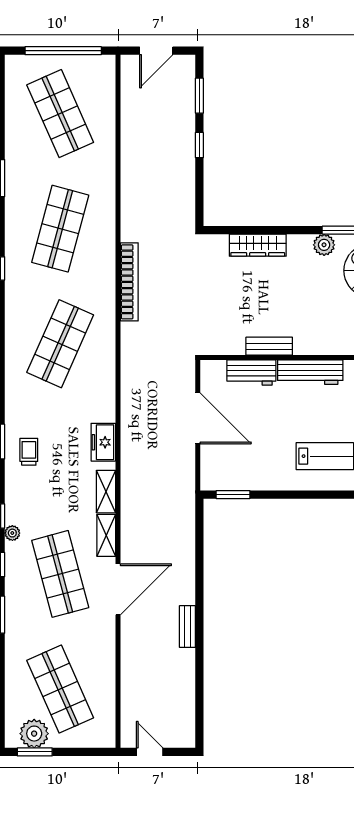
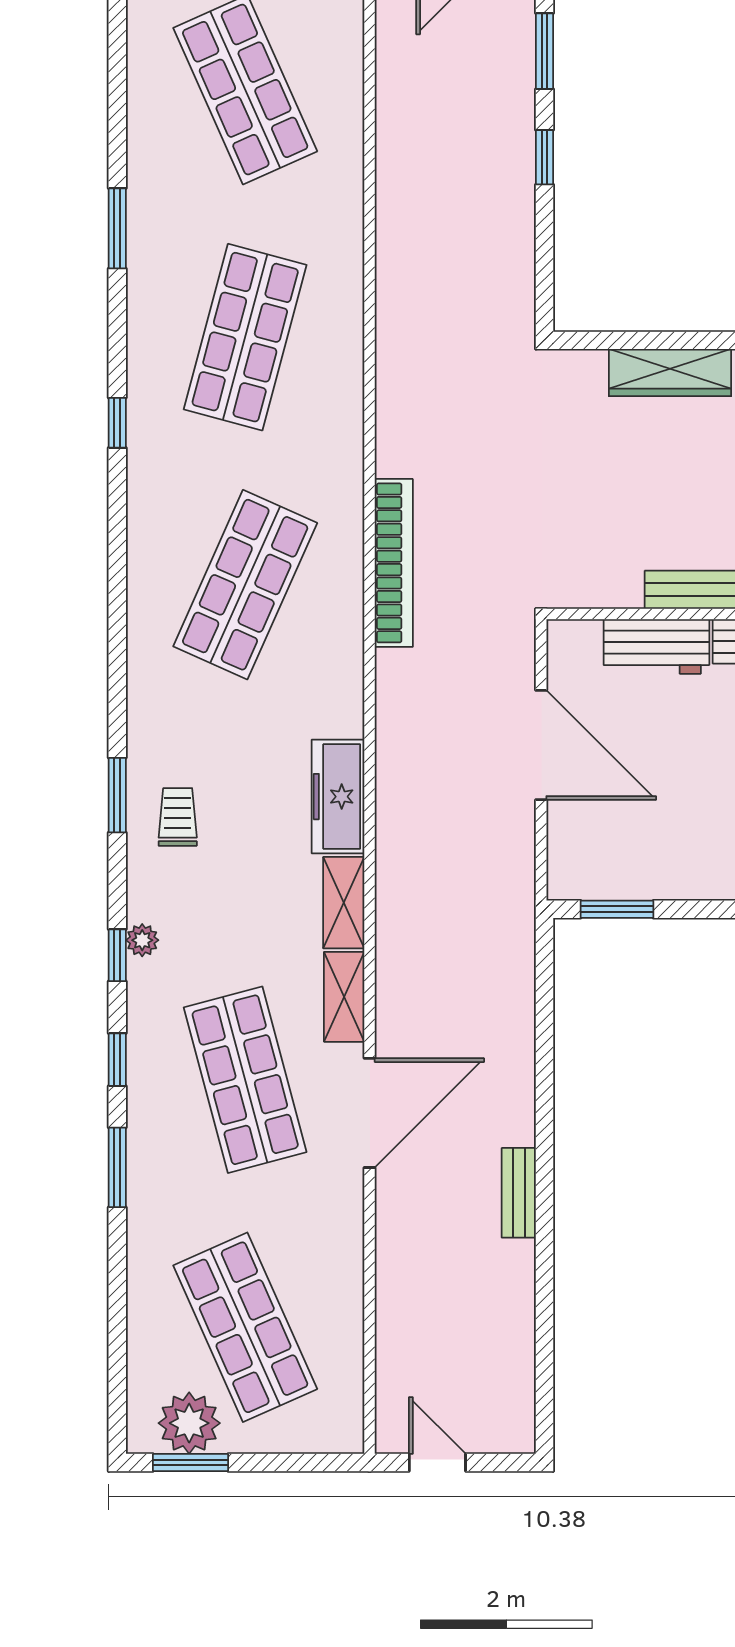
bookcase: (129, 282) -> (394, 563), moved
freezer: (103, 442) -> (338, 797), width x1.40
plant: (12, 533) -> (142, 940), moved

